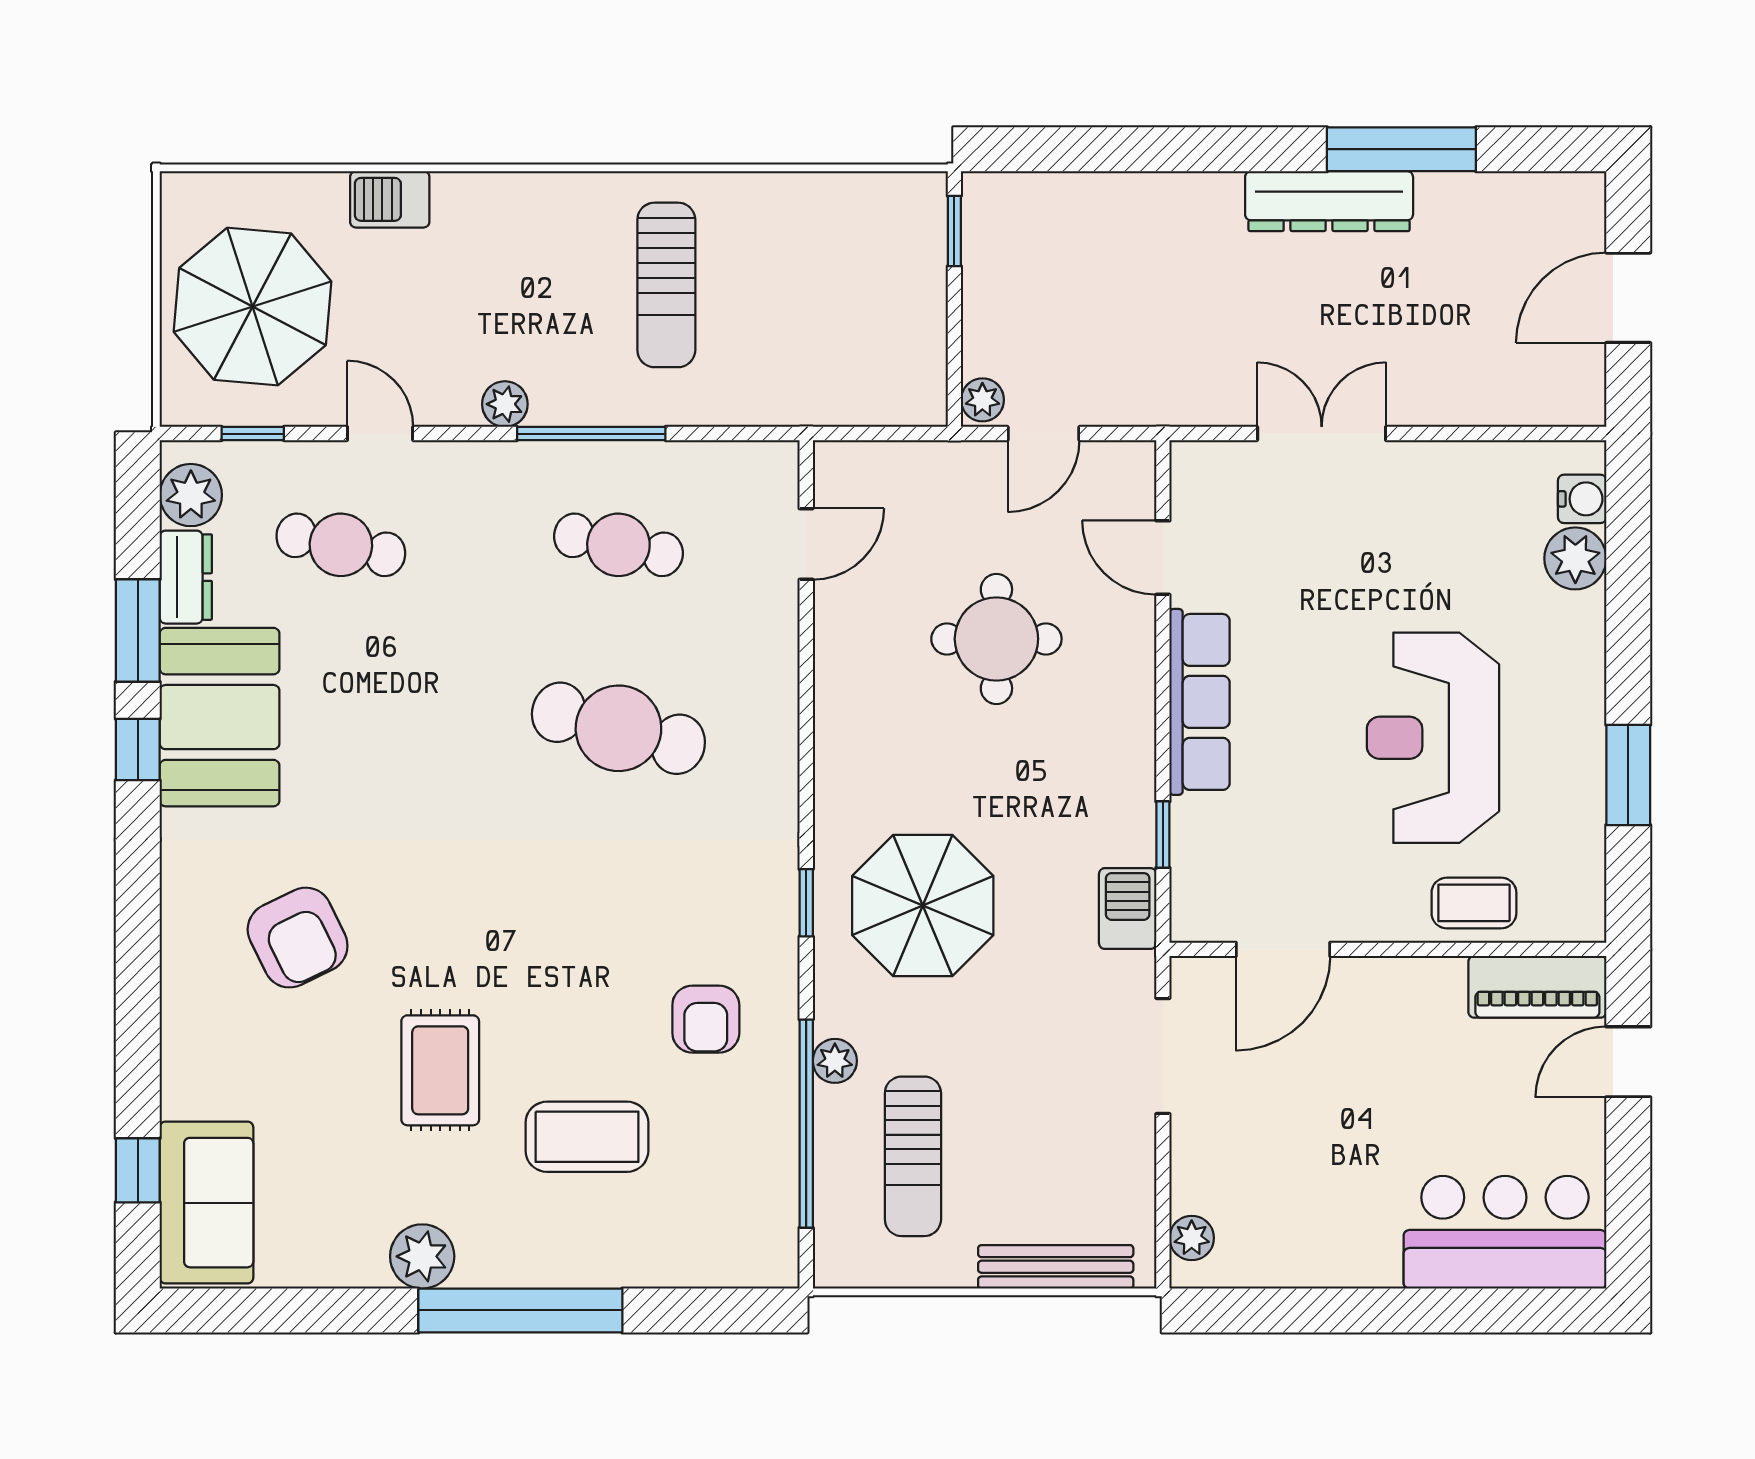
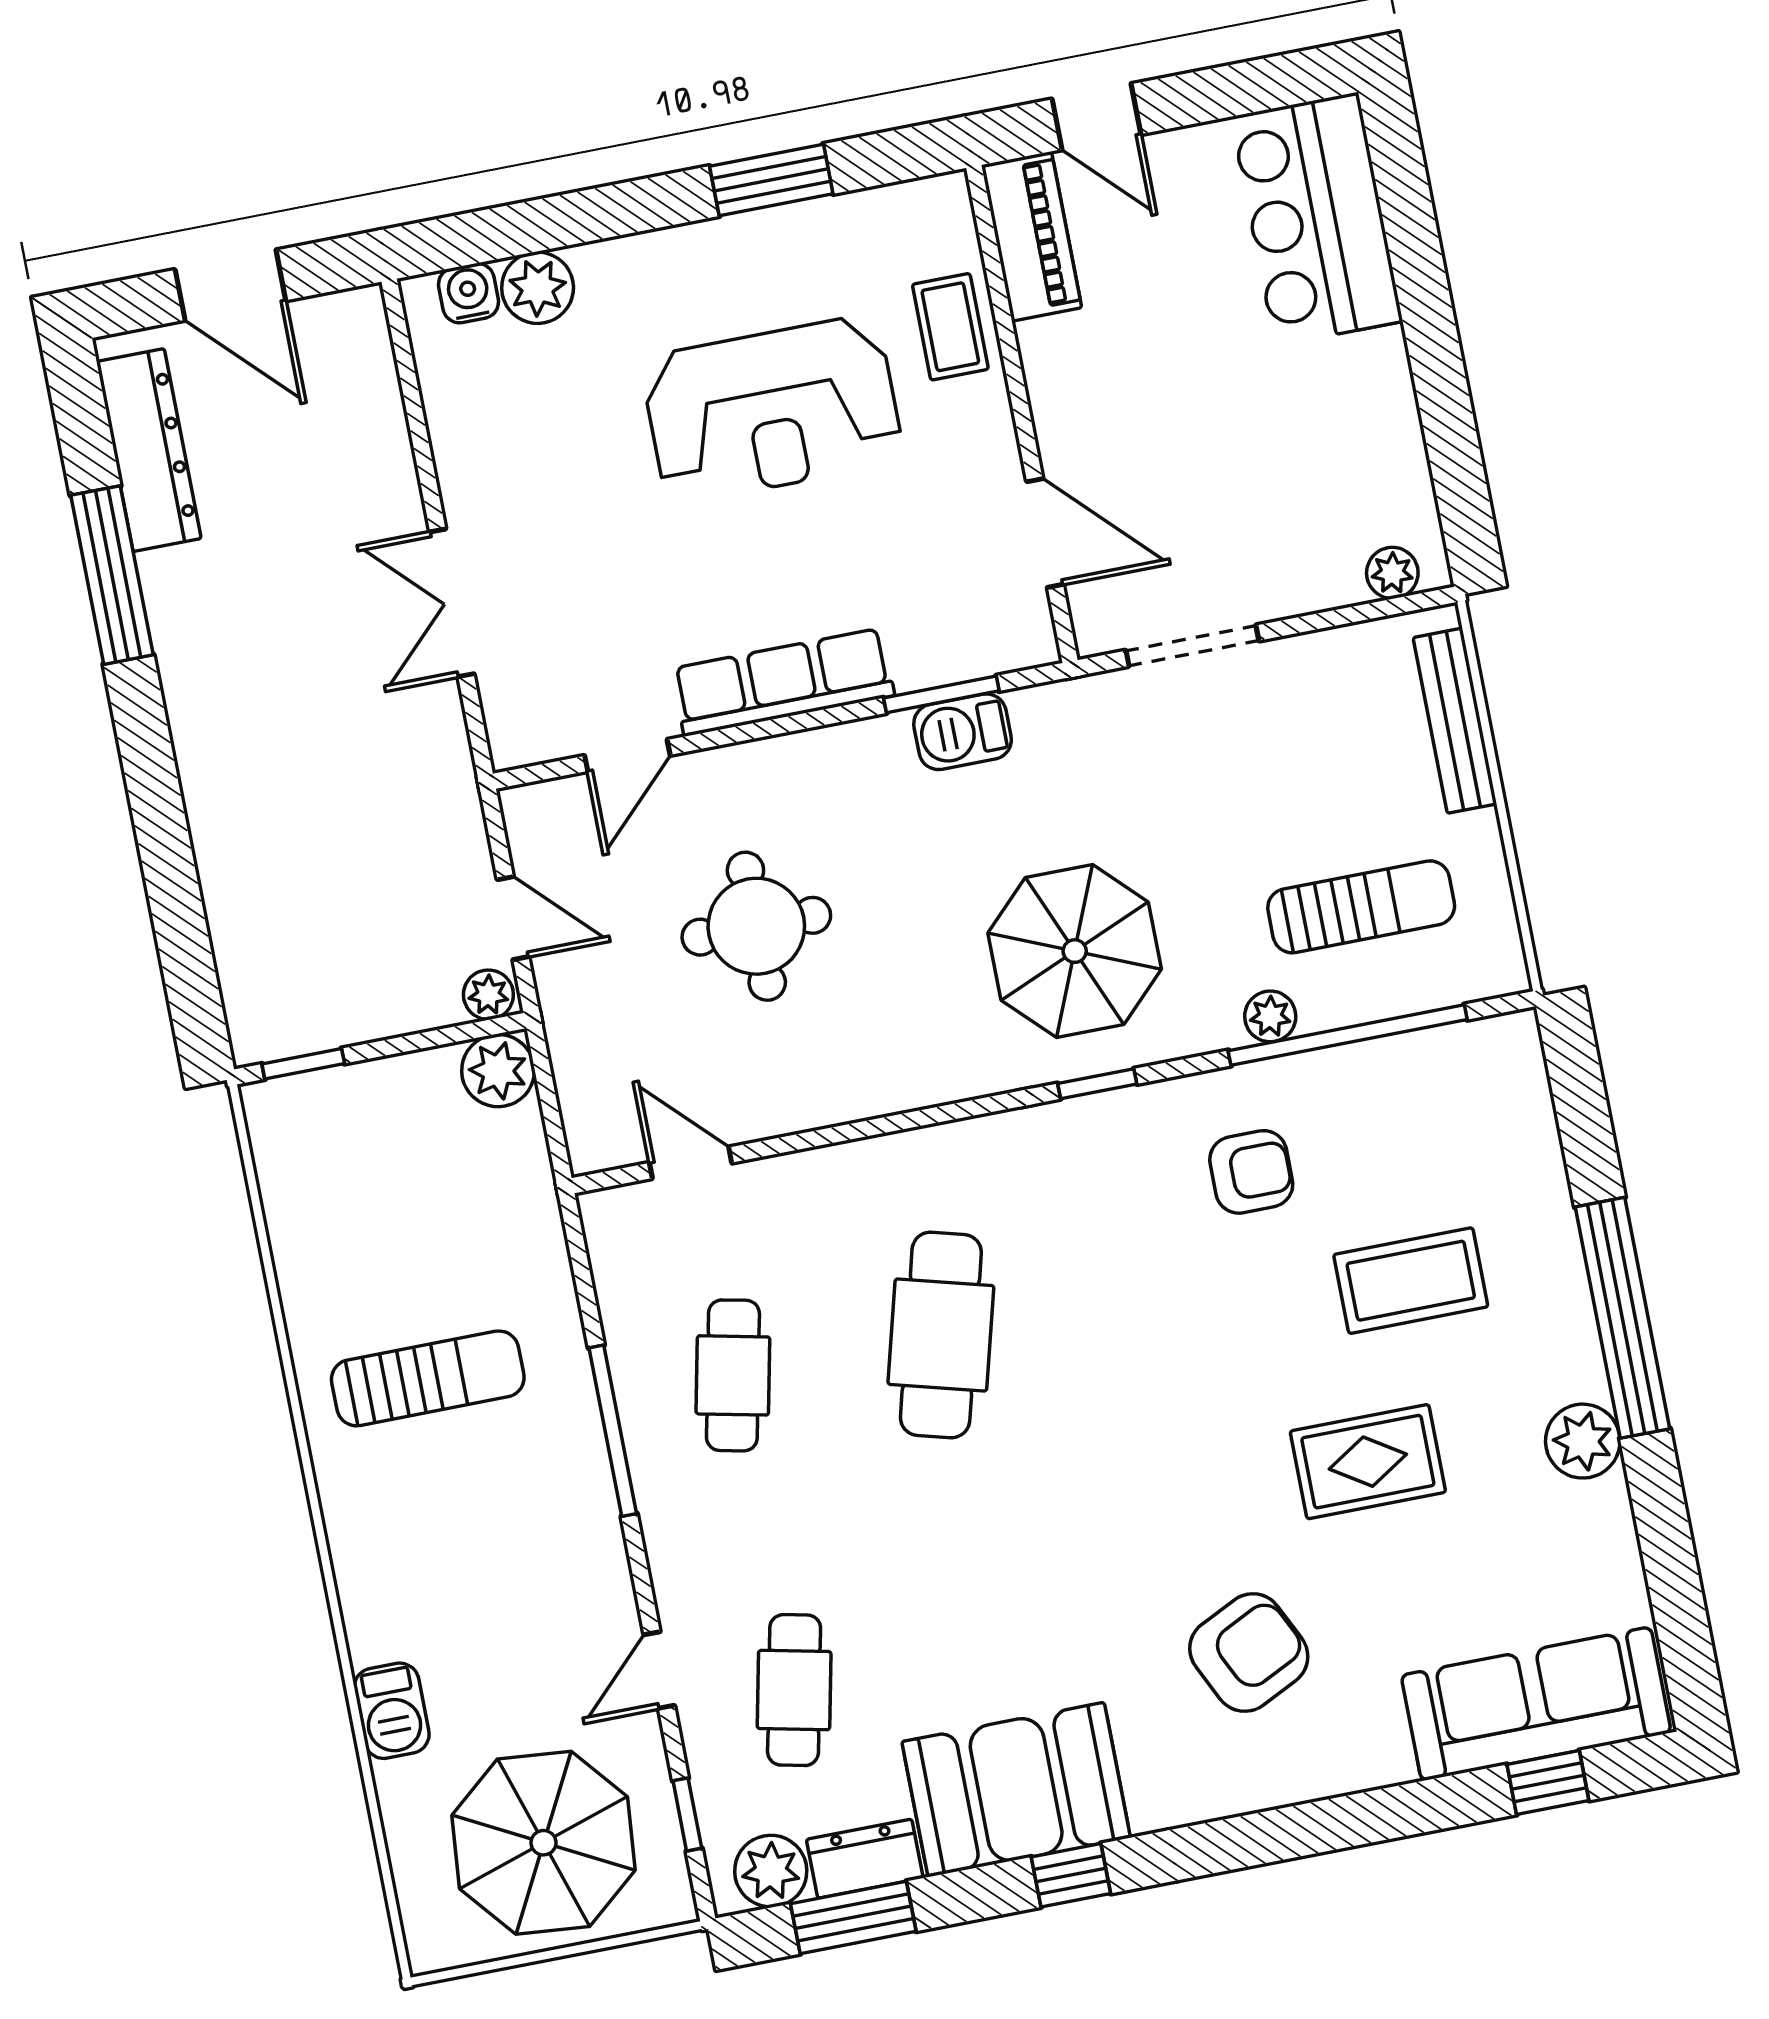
dresser: (1329, 201) -> (149, 450), moved
plant: (505, 404) -> (498, 1071), moved, width x1.38, depth x1.38
window: (138, 631) -> (853, 1917), moved
window: (1163, 835) -> (941, 694), width x1.50
barbecue: (1128, 909) -> (963, 732), moved
coffee table: (587, 1137) -> (1411, 1281), turned 90
sofa: (207, 1203) -> (1536, 1704), width x1.36

